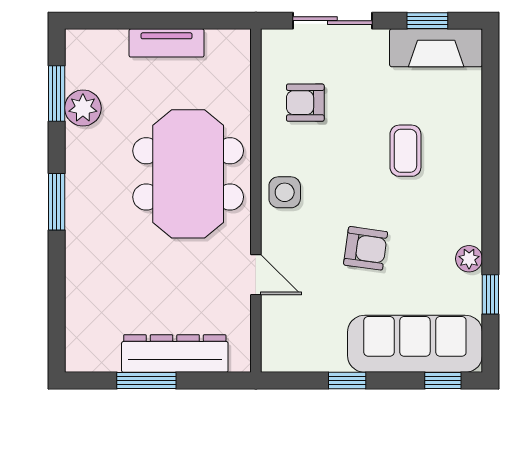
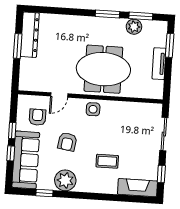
window: (122, 21) -> (170, 45), added
fireplace: (436, 48) -> (137, 188), moved, turned 90
armchair: (305, 103) -> (37, 117), moved
window: (57, 202) -> (107, 14), moved
plant: (469, 259) -> (65, 180), width x1.88, depth x1.88
dresser: (175, 354) -> (30, 35), moved
window: (443, 380) -> (11, 153), moved

